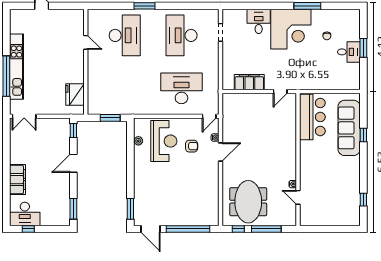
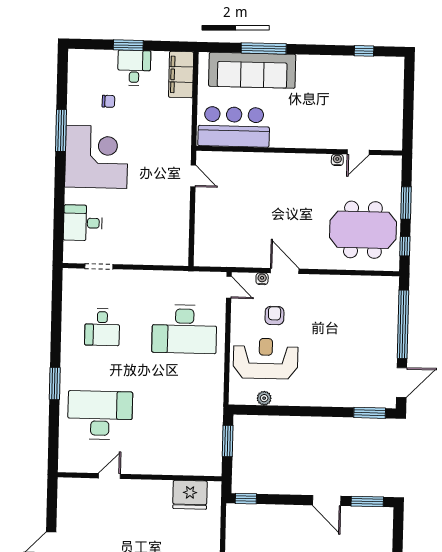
desk: (259, 21) -> (83, 223), moved
desk: (181, 35) -> (102, 327), width x0.53, depth x0.77
filing cabinet: (249, 82) -> (181, 75), moved
desk: (181, 88) -> (184, 329), turned -90
window: (363, 135) -> (264, 48), width x2.17
door: (73, 163) -> (327, 501), moved
window: (266, 229) -> (406, 203), width x0.69

